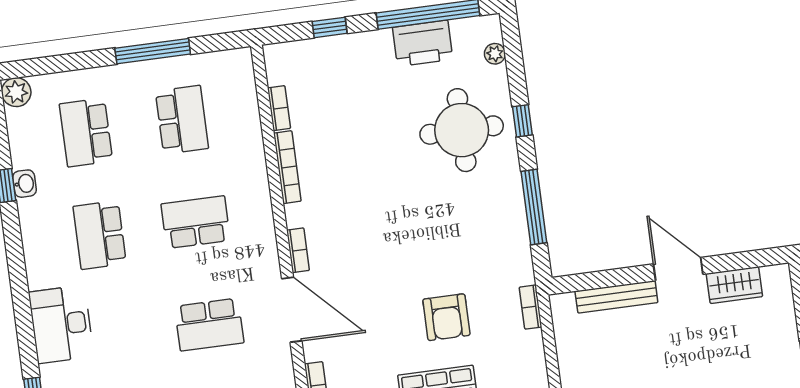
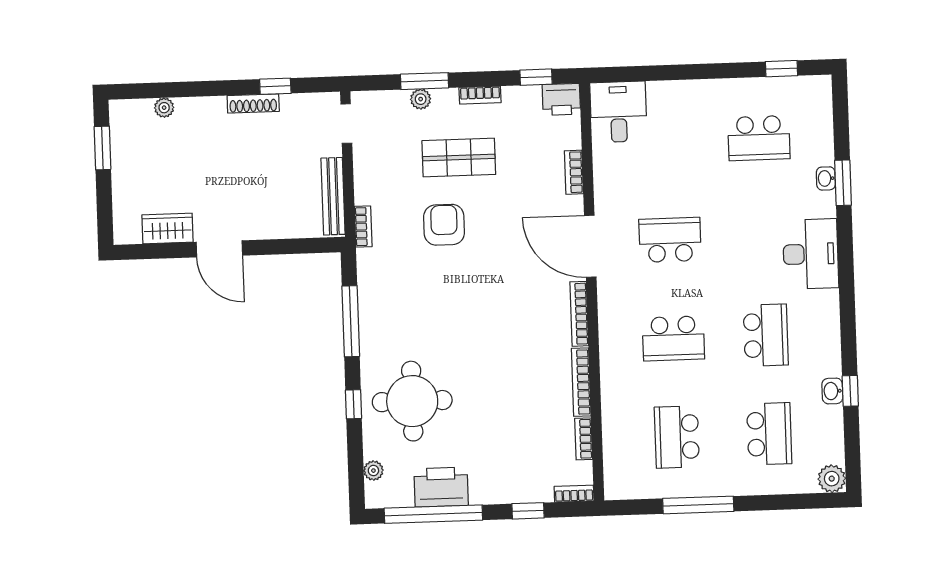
bookcase: (283, 50) -> (574, 494), added
bookcase: (298, 250) -> (579, 314), width x1.56
bench: (616, 297) -> (333, 196), moved, turned 90

